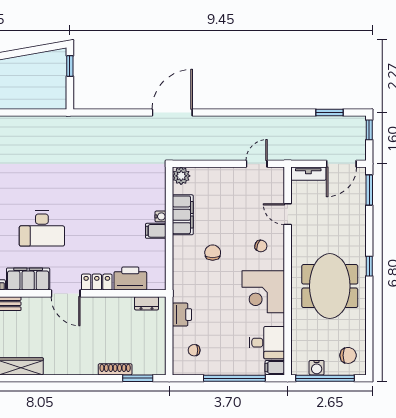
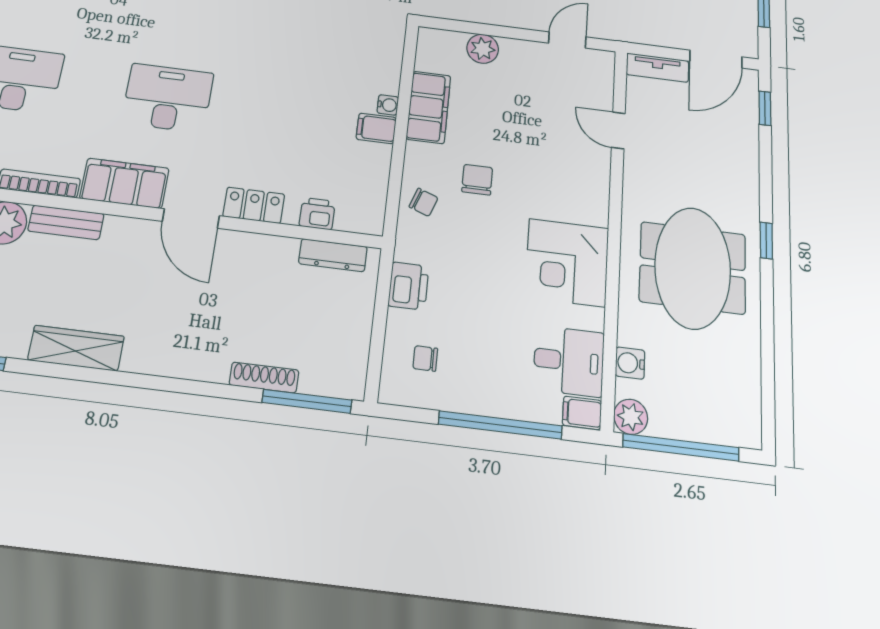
plant: (181, 176) -> (483, 49), moved
window: (369, 190) -> (765, 108), width x0.67
desk: (42, 229) -> (168, 98), turned 180
chair: (261, 246) -> (424, 202), moved
printer: (130, 279) -> (317, 214), width x0.53, depth x0.68
dresser: (147, 303) -> (333, 255), width x1.44
chair: (348, 355) -> (727, 406), removed
plant: (299, 366) -> (631, 417), added
water cooler: (317, 368) -> (630, 363), moved, turned 90
window: (138, 378) -> (307, 401), width x1.44

